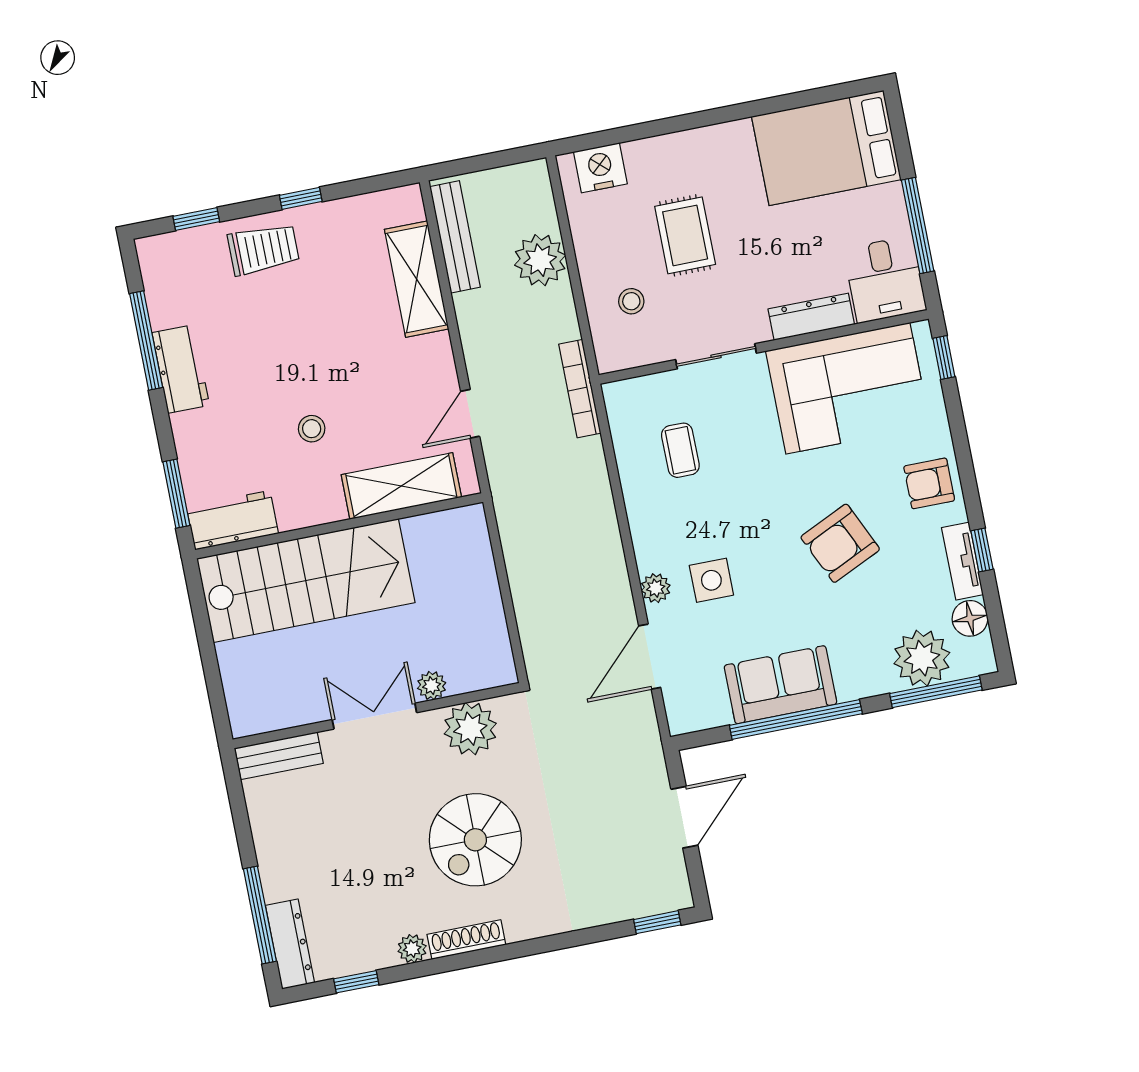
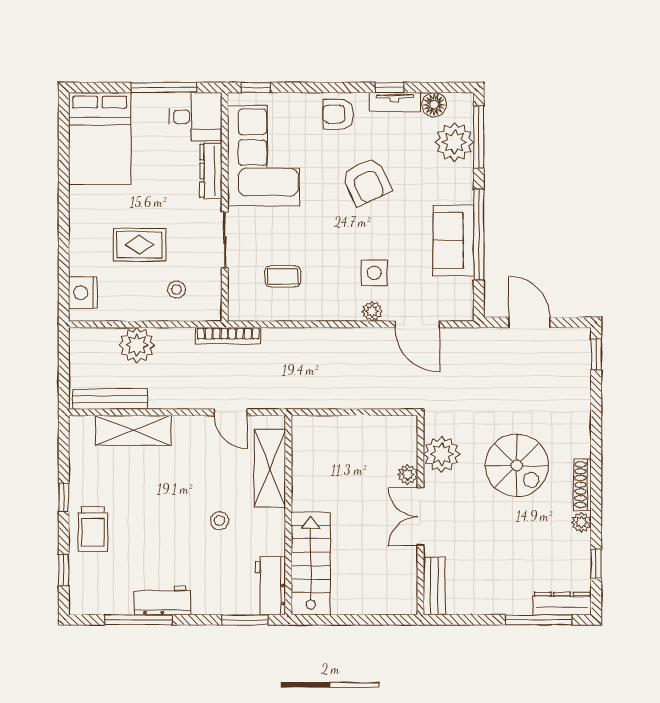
trolley: (263, 249) -> (93, 529), turned 180
armchair: (929, 483) -> (338, 114), turned 90
stairs: (306, 581) -> (311, 563), width x0.73, depth x0.66

